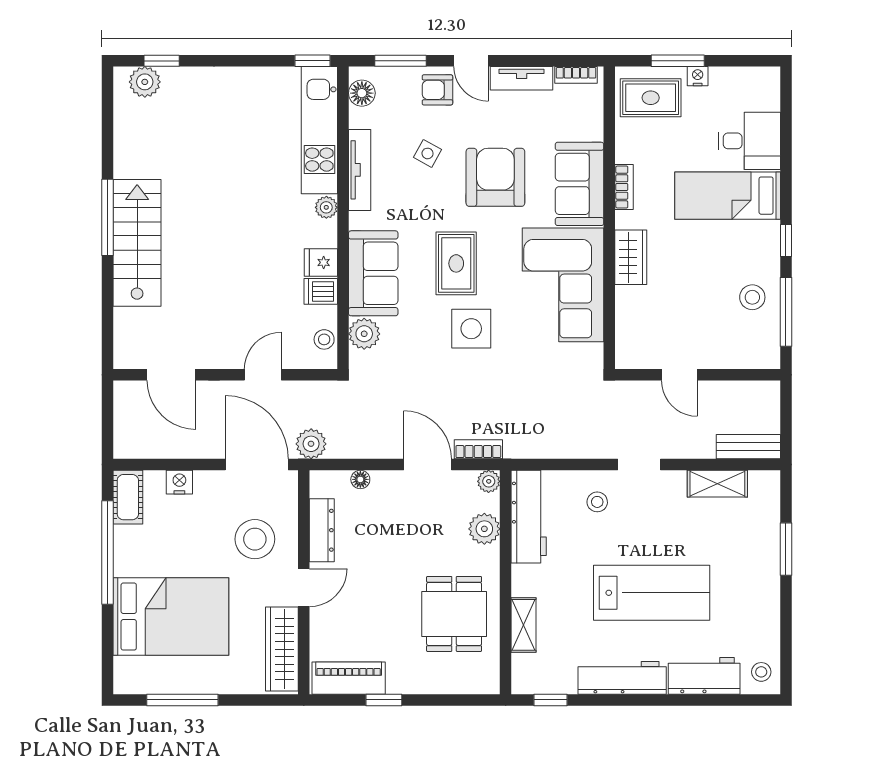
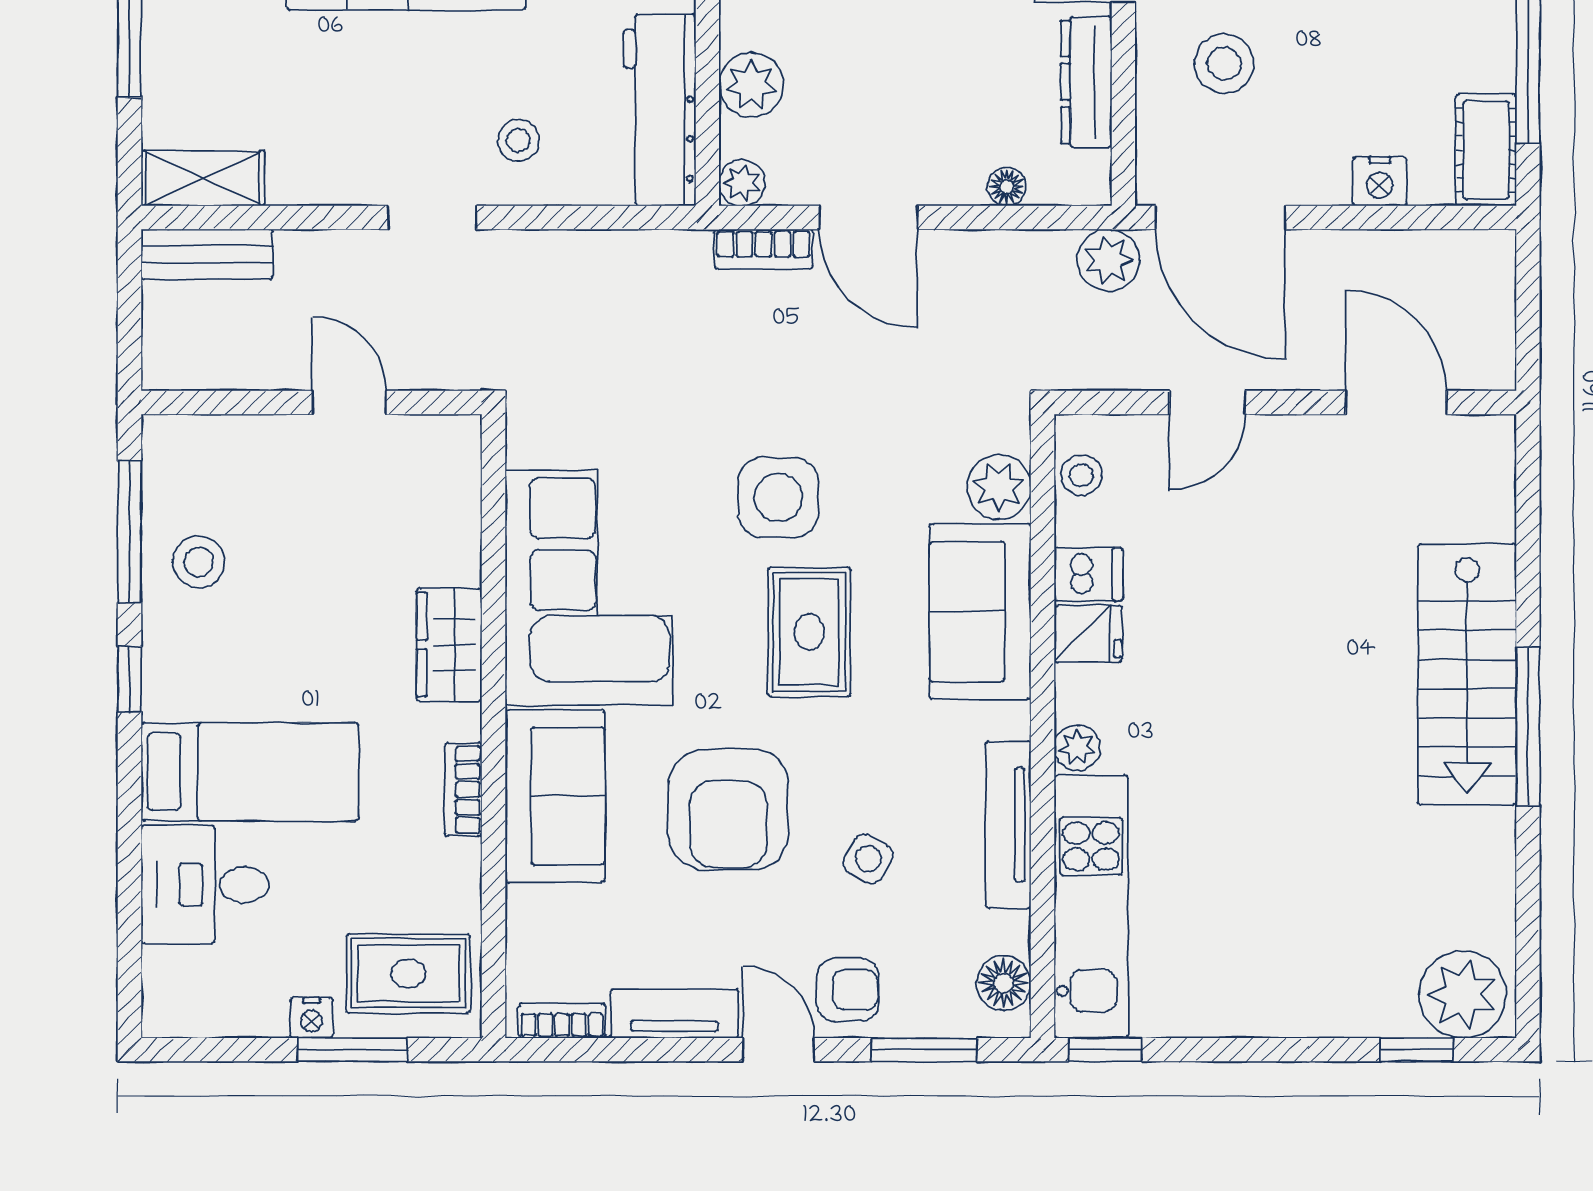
plant: (145, 82) -> (1463, 994), width x1.36, depth x1.36
shelving: (717, 484) -> (203, 178), moved
stool: (255, 539) -> (1224, 64), width x0.73, depth x0.73

